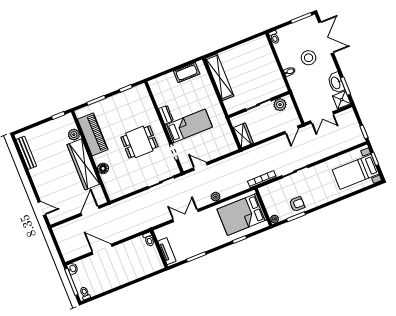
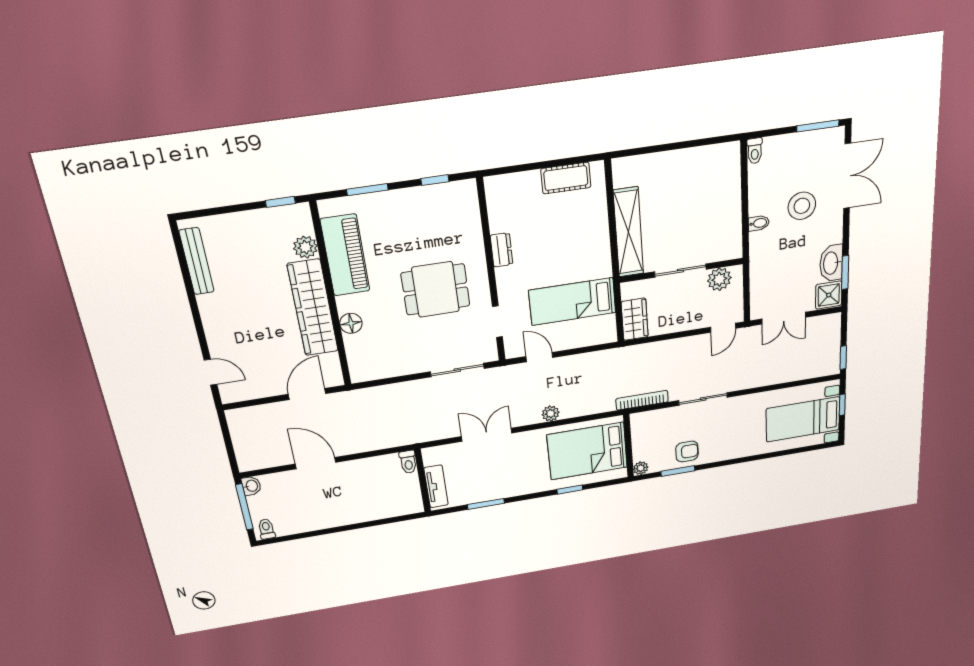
shelving: (220, 77) -> (628, 232), moved
bed: (189, 126) -> (572, 301), moved, turned 180

